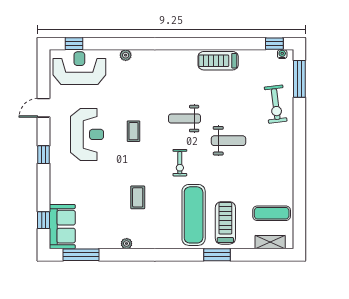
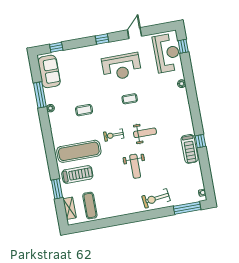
window: (274, 44) -> (200, 141), moved
treadmill: (218, 61) -> (190, 149), turned 180
exercise bike: (276, 104) -> (156, 198), moved
door: (44, 108) -> (135, 33), hinge flipped
weight bench: (185, 119) -> (145, 133), turned 90
sofa: (62, 227) -> (49, 71), moved, turned -90
window: (81, 255) -> (40, 95), moved
window: (217, 255) -> (57, 189), moved

